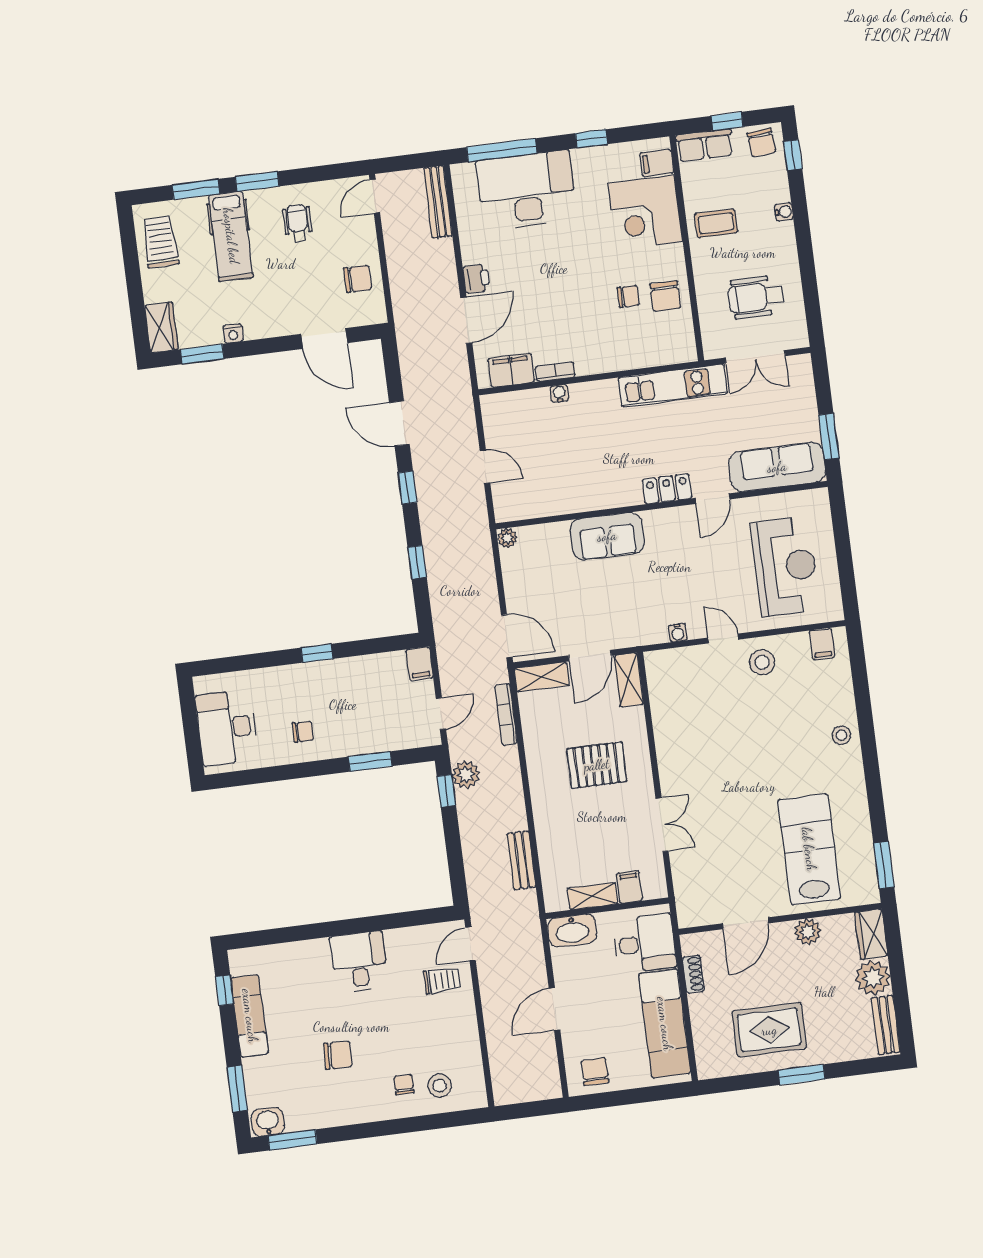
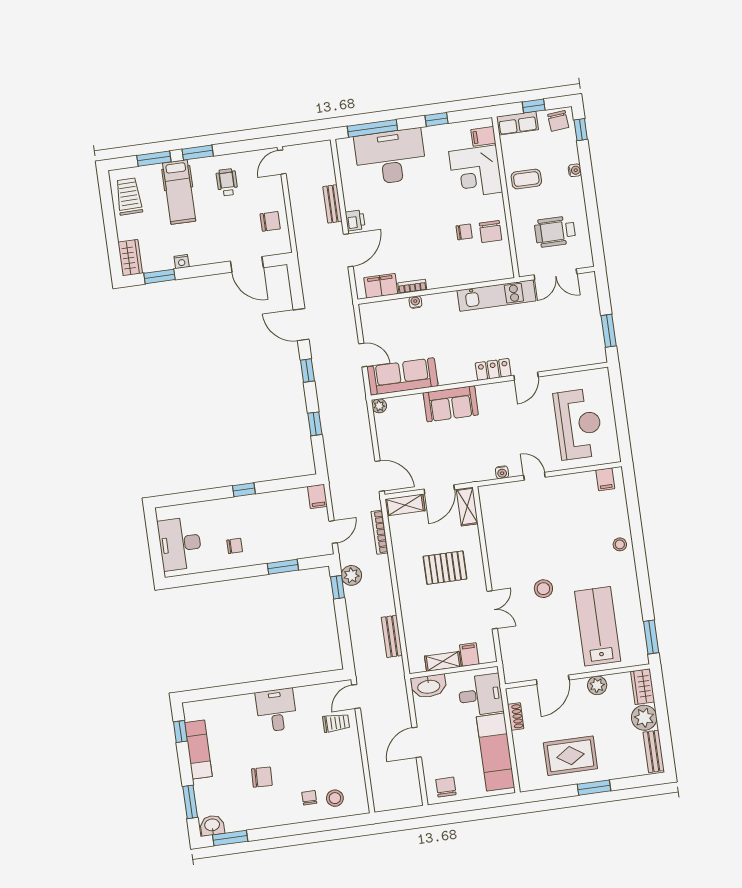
bench: (438, 202) -> (333, 204), moved, width x0.73
sofa: (777, 467) -> (402, 376), moved
stool: (762, 662) -> (543, 589), moved

